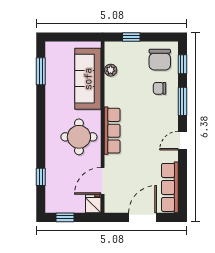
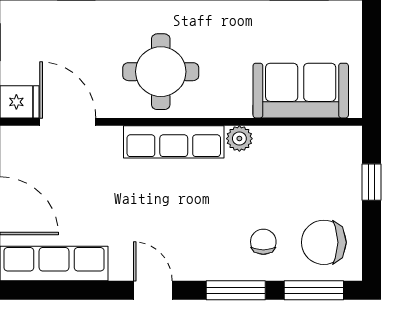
window: (182, 64) -> (314, 290), width x1.50
plant: (111, 70) -> (239, 139), moved
sofa: (88, 79) -> (301, 91), width x0.73

